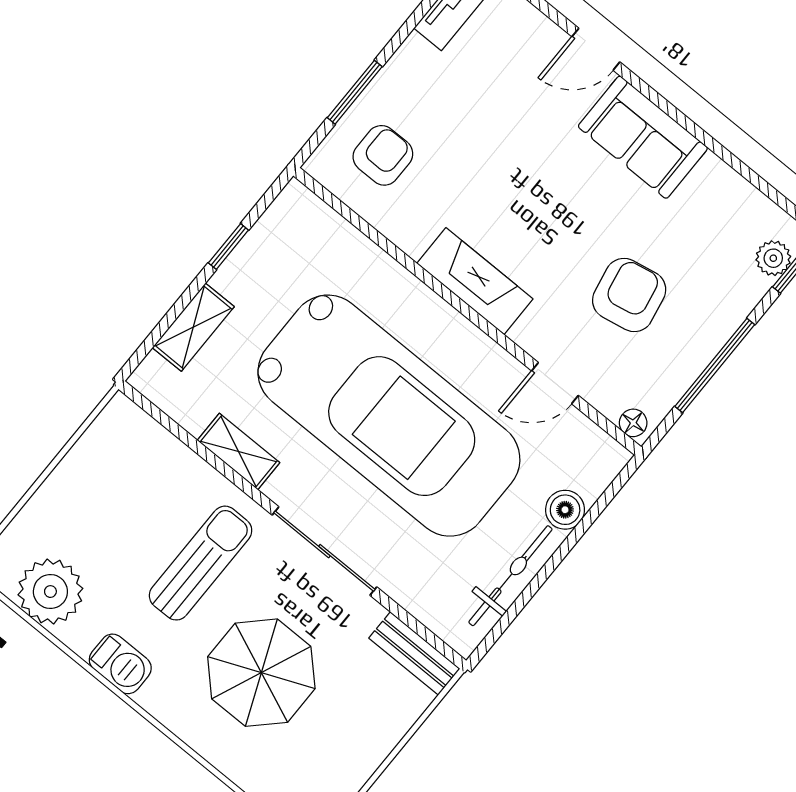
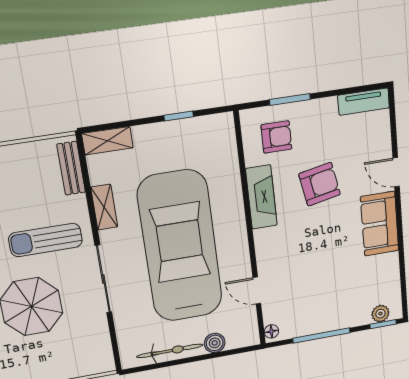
fireplace: (475, 281) -> (261, 197), moved
armchair: (629, 295) -> (320, 184), moved
shelving: (193, 327) -> (107, 141), moved
car: (389, 416) -> (180, 247), turned 180
sun lounger: (201, 563) -> (46, 240), turned 180
bench: (414, 653) -> (71, 168), moved

